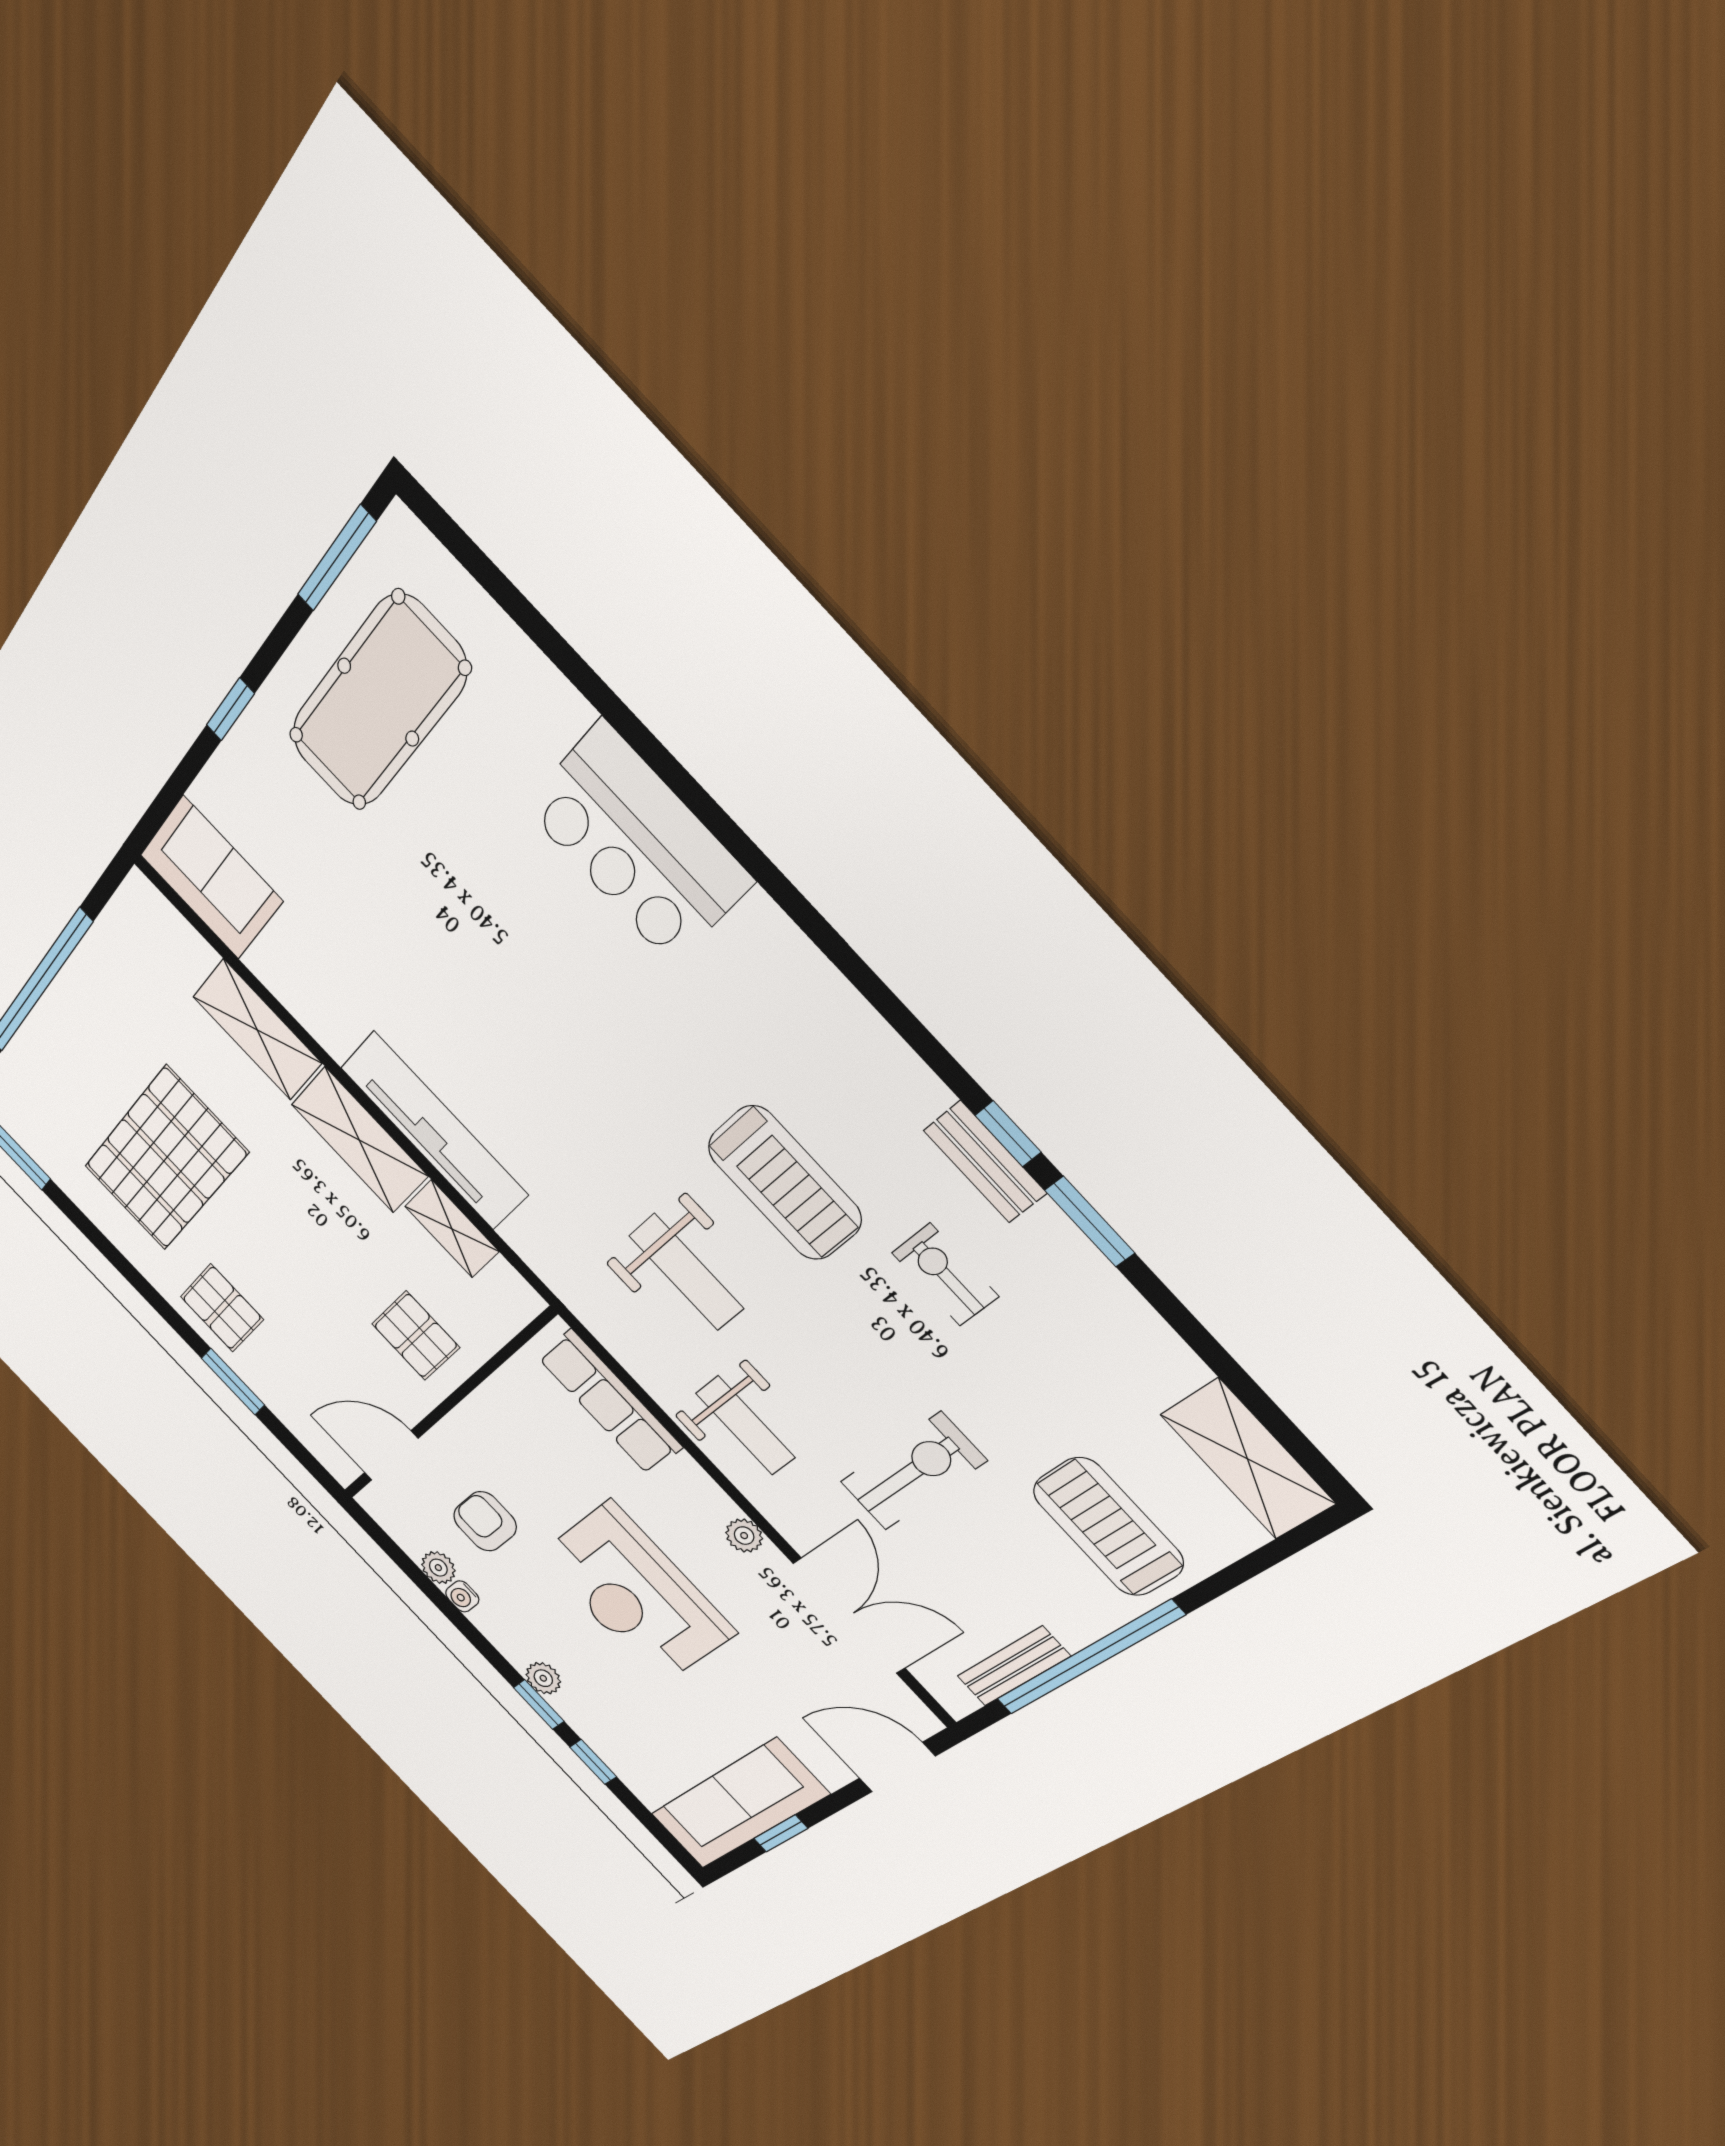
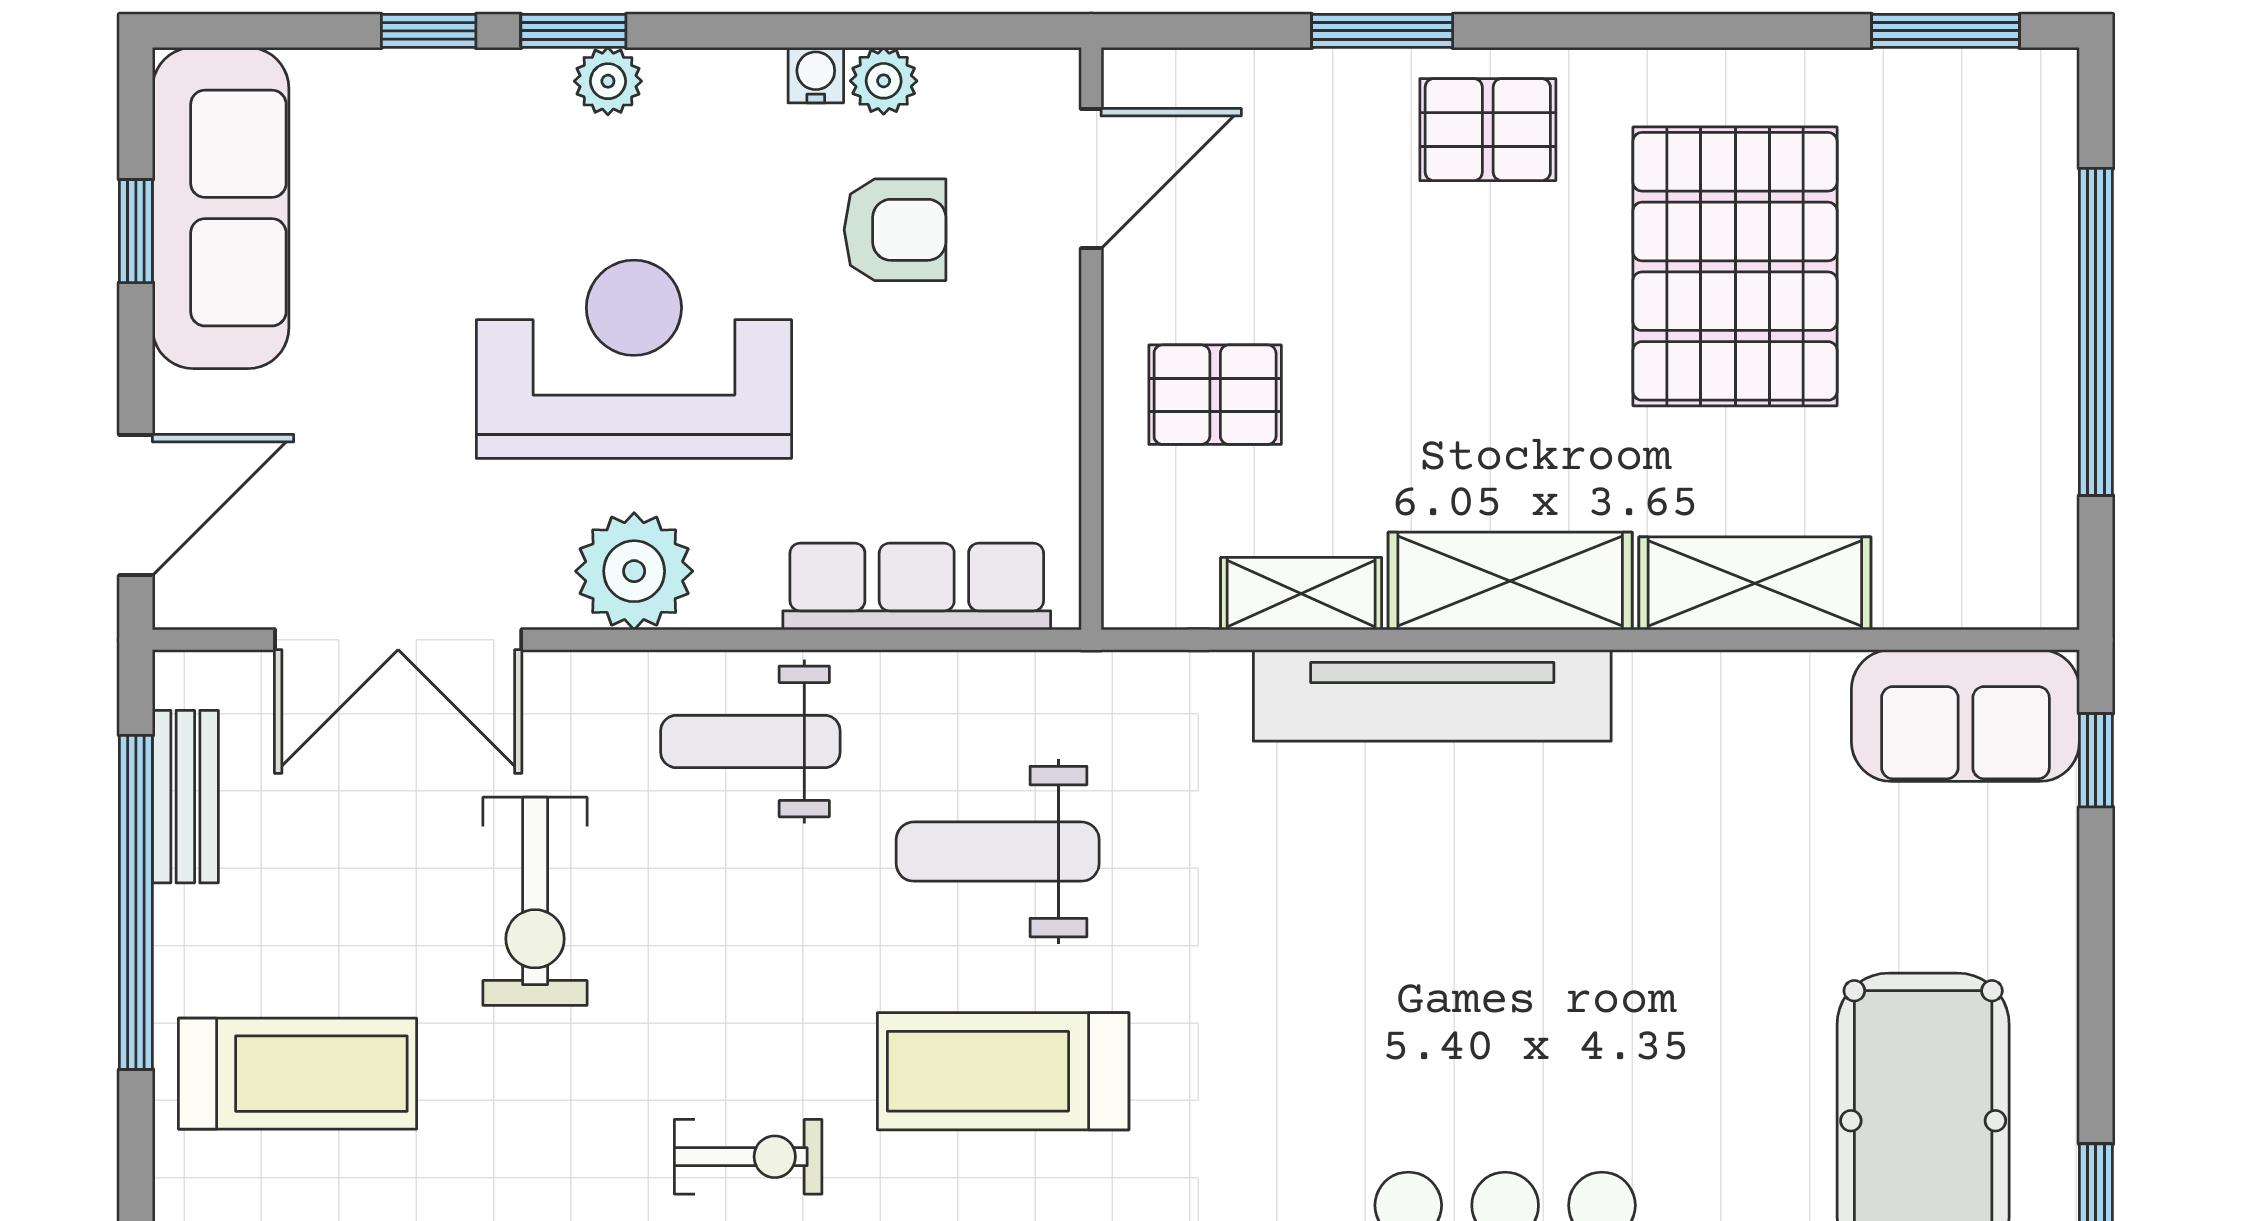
window: (230, 709) -> (2096, 760), moved
plant: (744, 1536) -> (634, 571), width x1.88, depth x1.88

